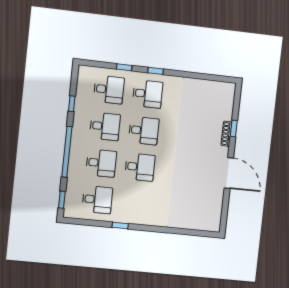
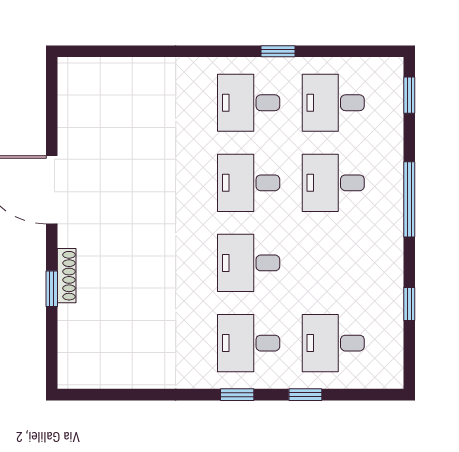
desk: (105, 126) -> (249, 103), moved
window: (67, 152) -> (409, 199), width x0.68

